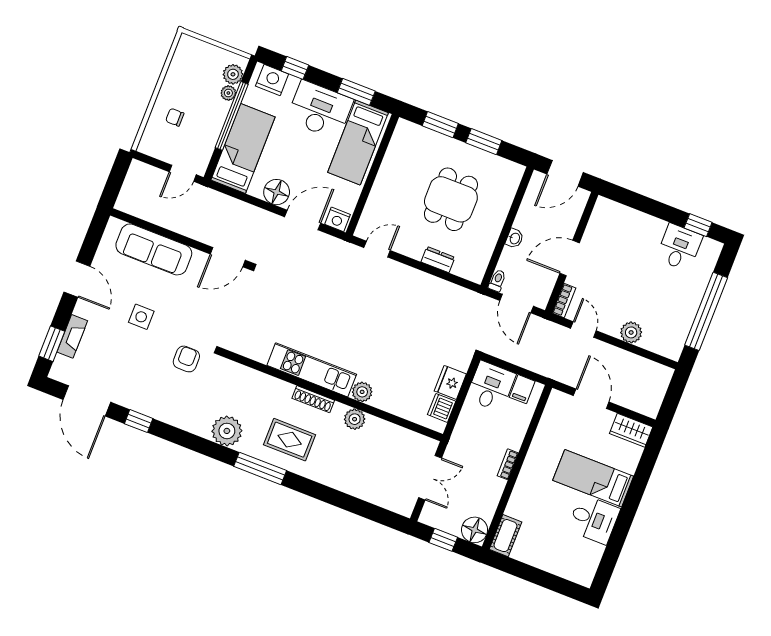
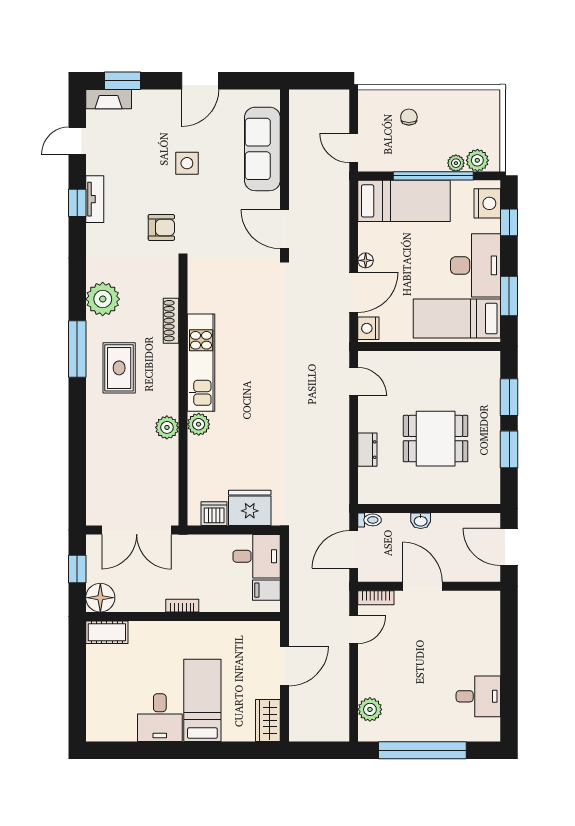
floor lamp: (277, 192) -> (366, 260), width x0.53, depth x0.53
door: (303, 220) -> (354, 292), hinge flipped
window: (698, 225) -> (509, 707), removed
plant: (631, 332) -> (370, 709), moved
fireplace: (72, 336) -> (109, 99), moved
fridge: (450, 382) -> (250, 508), width x1.36, depth x1.34
shoe rack: (313, 399) -> (171, 321), moved
door: (87, 401) -> (77, 141), width x0.53
tv unit: (141, 405) -> (95, 199), added
double door: (430, 478) -> (137, 530), width x1.37

